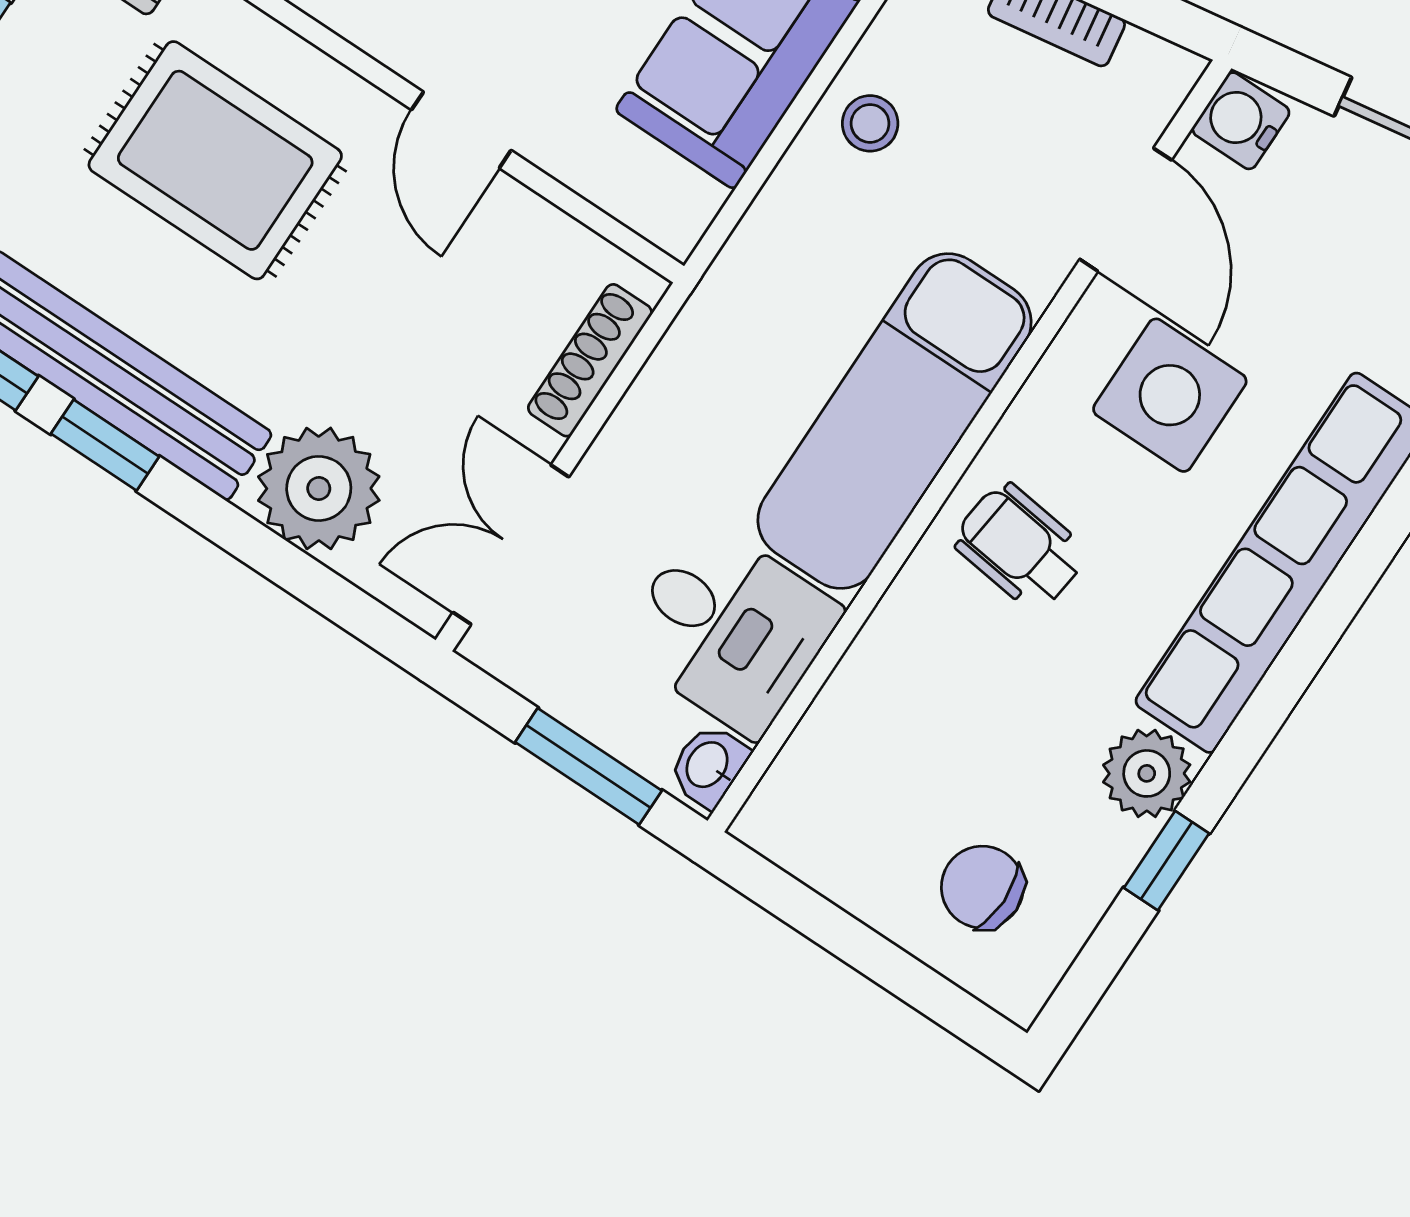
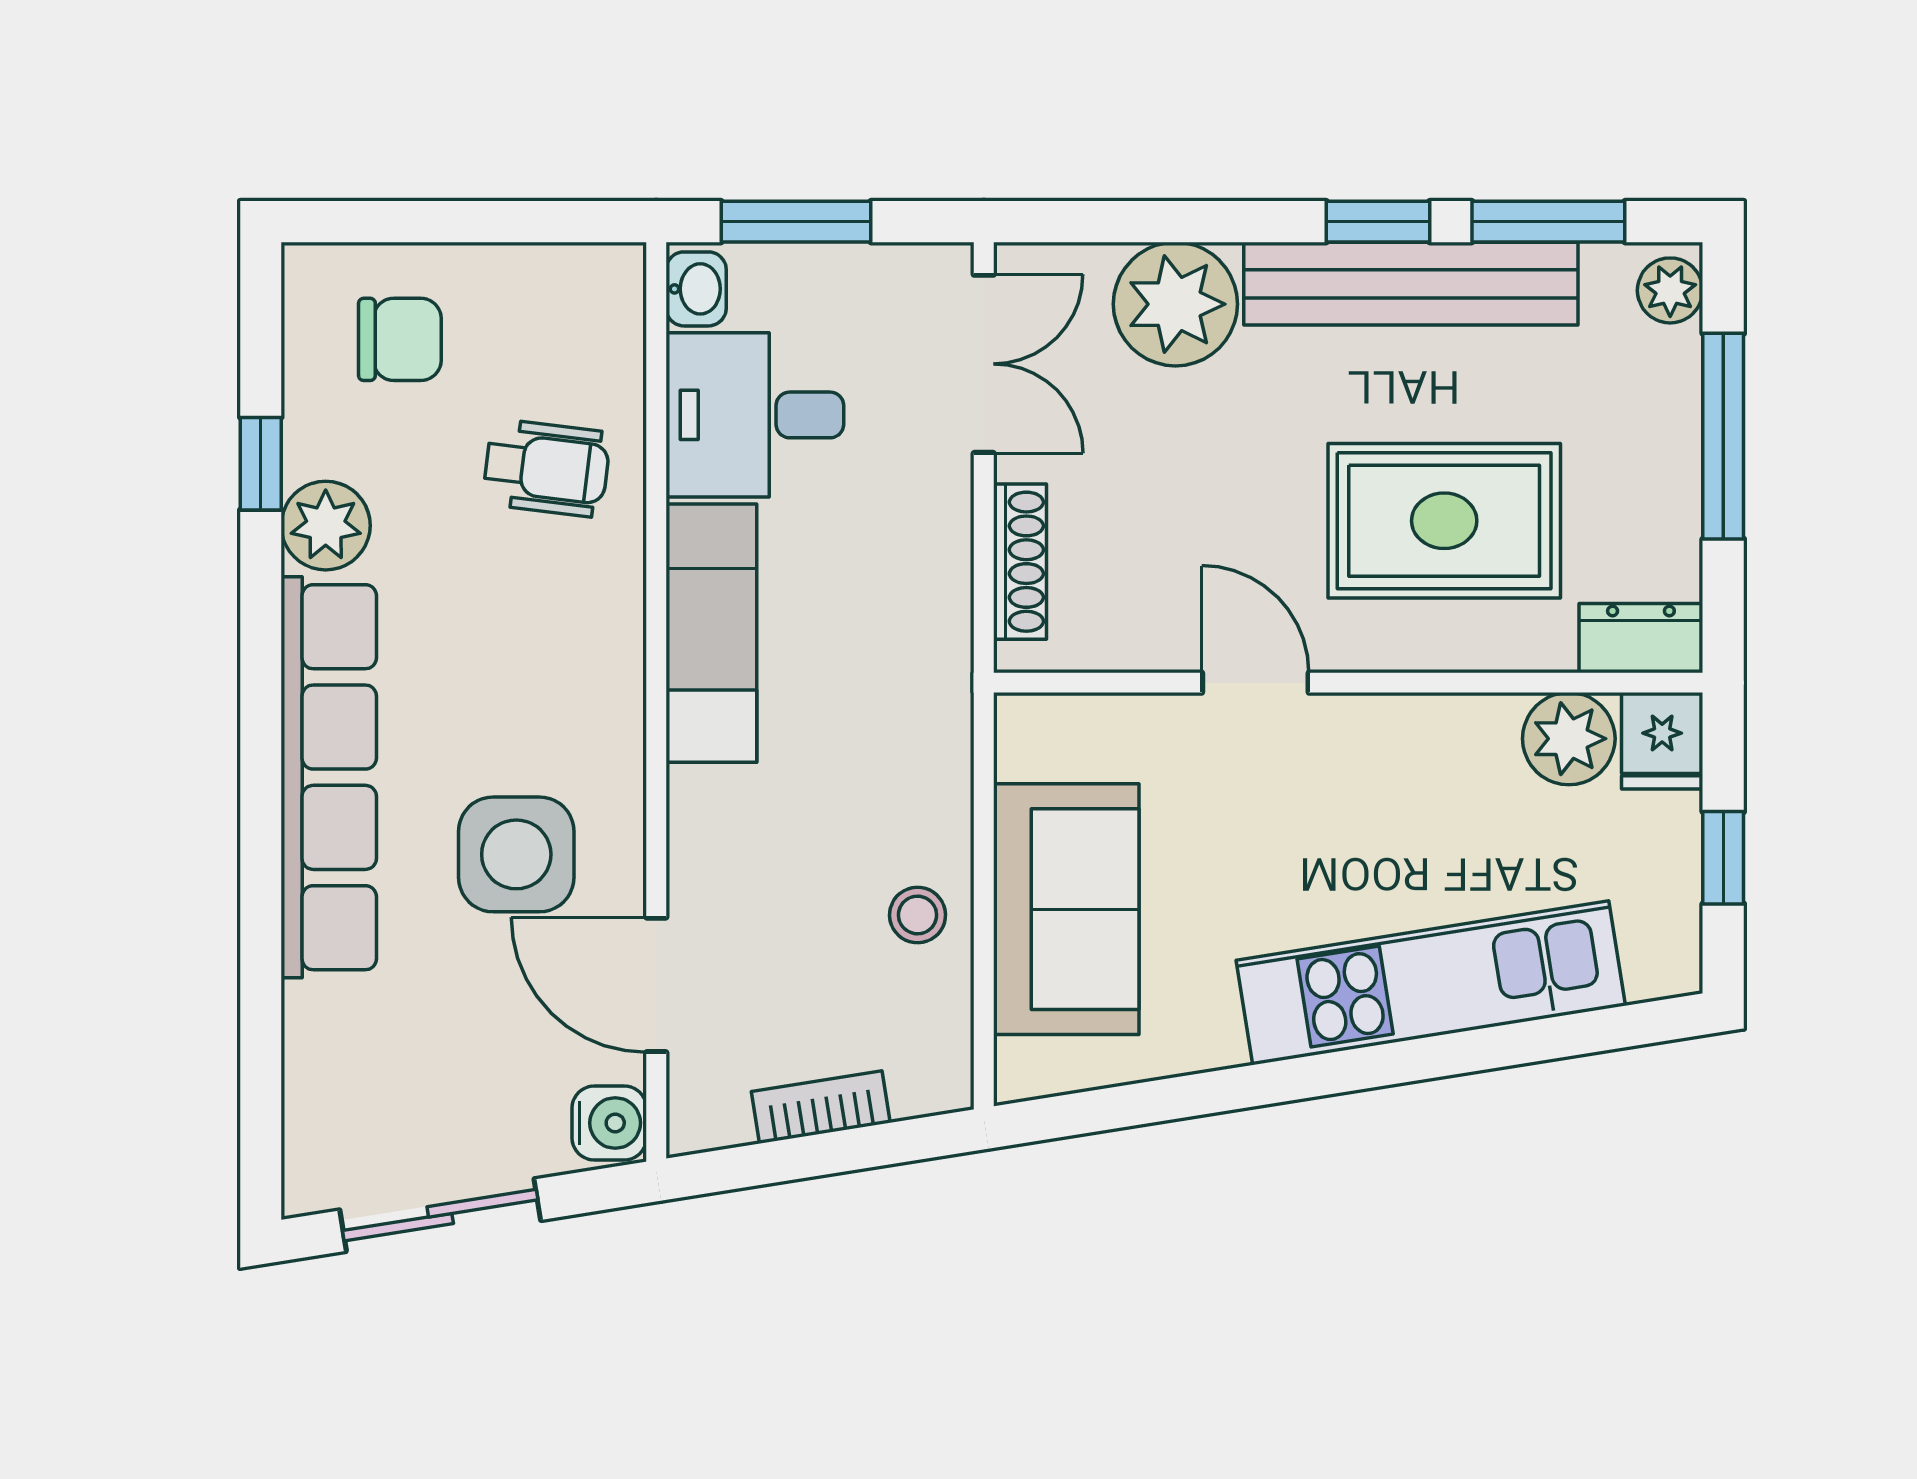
exam couch: (895, 421) -> (711, 633), width x0.73, depth x0.69
wheelchair: (1020, 547) -> (547, 468), moved

